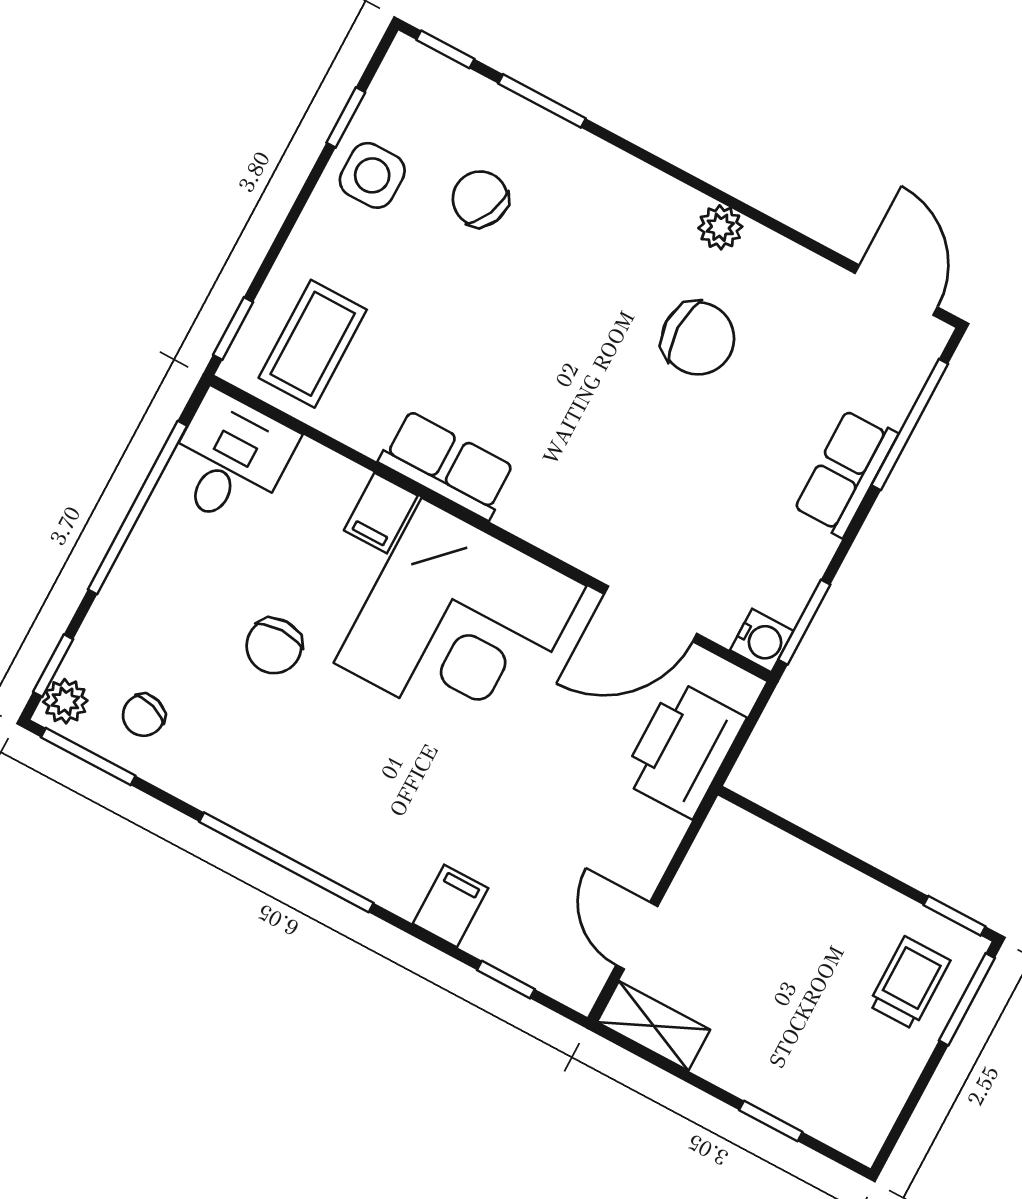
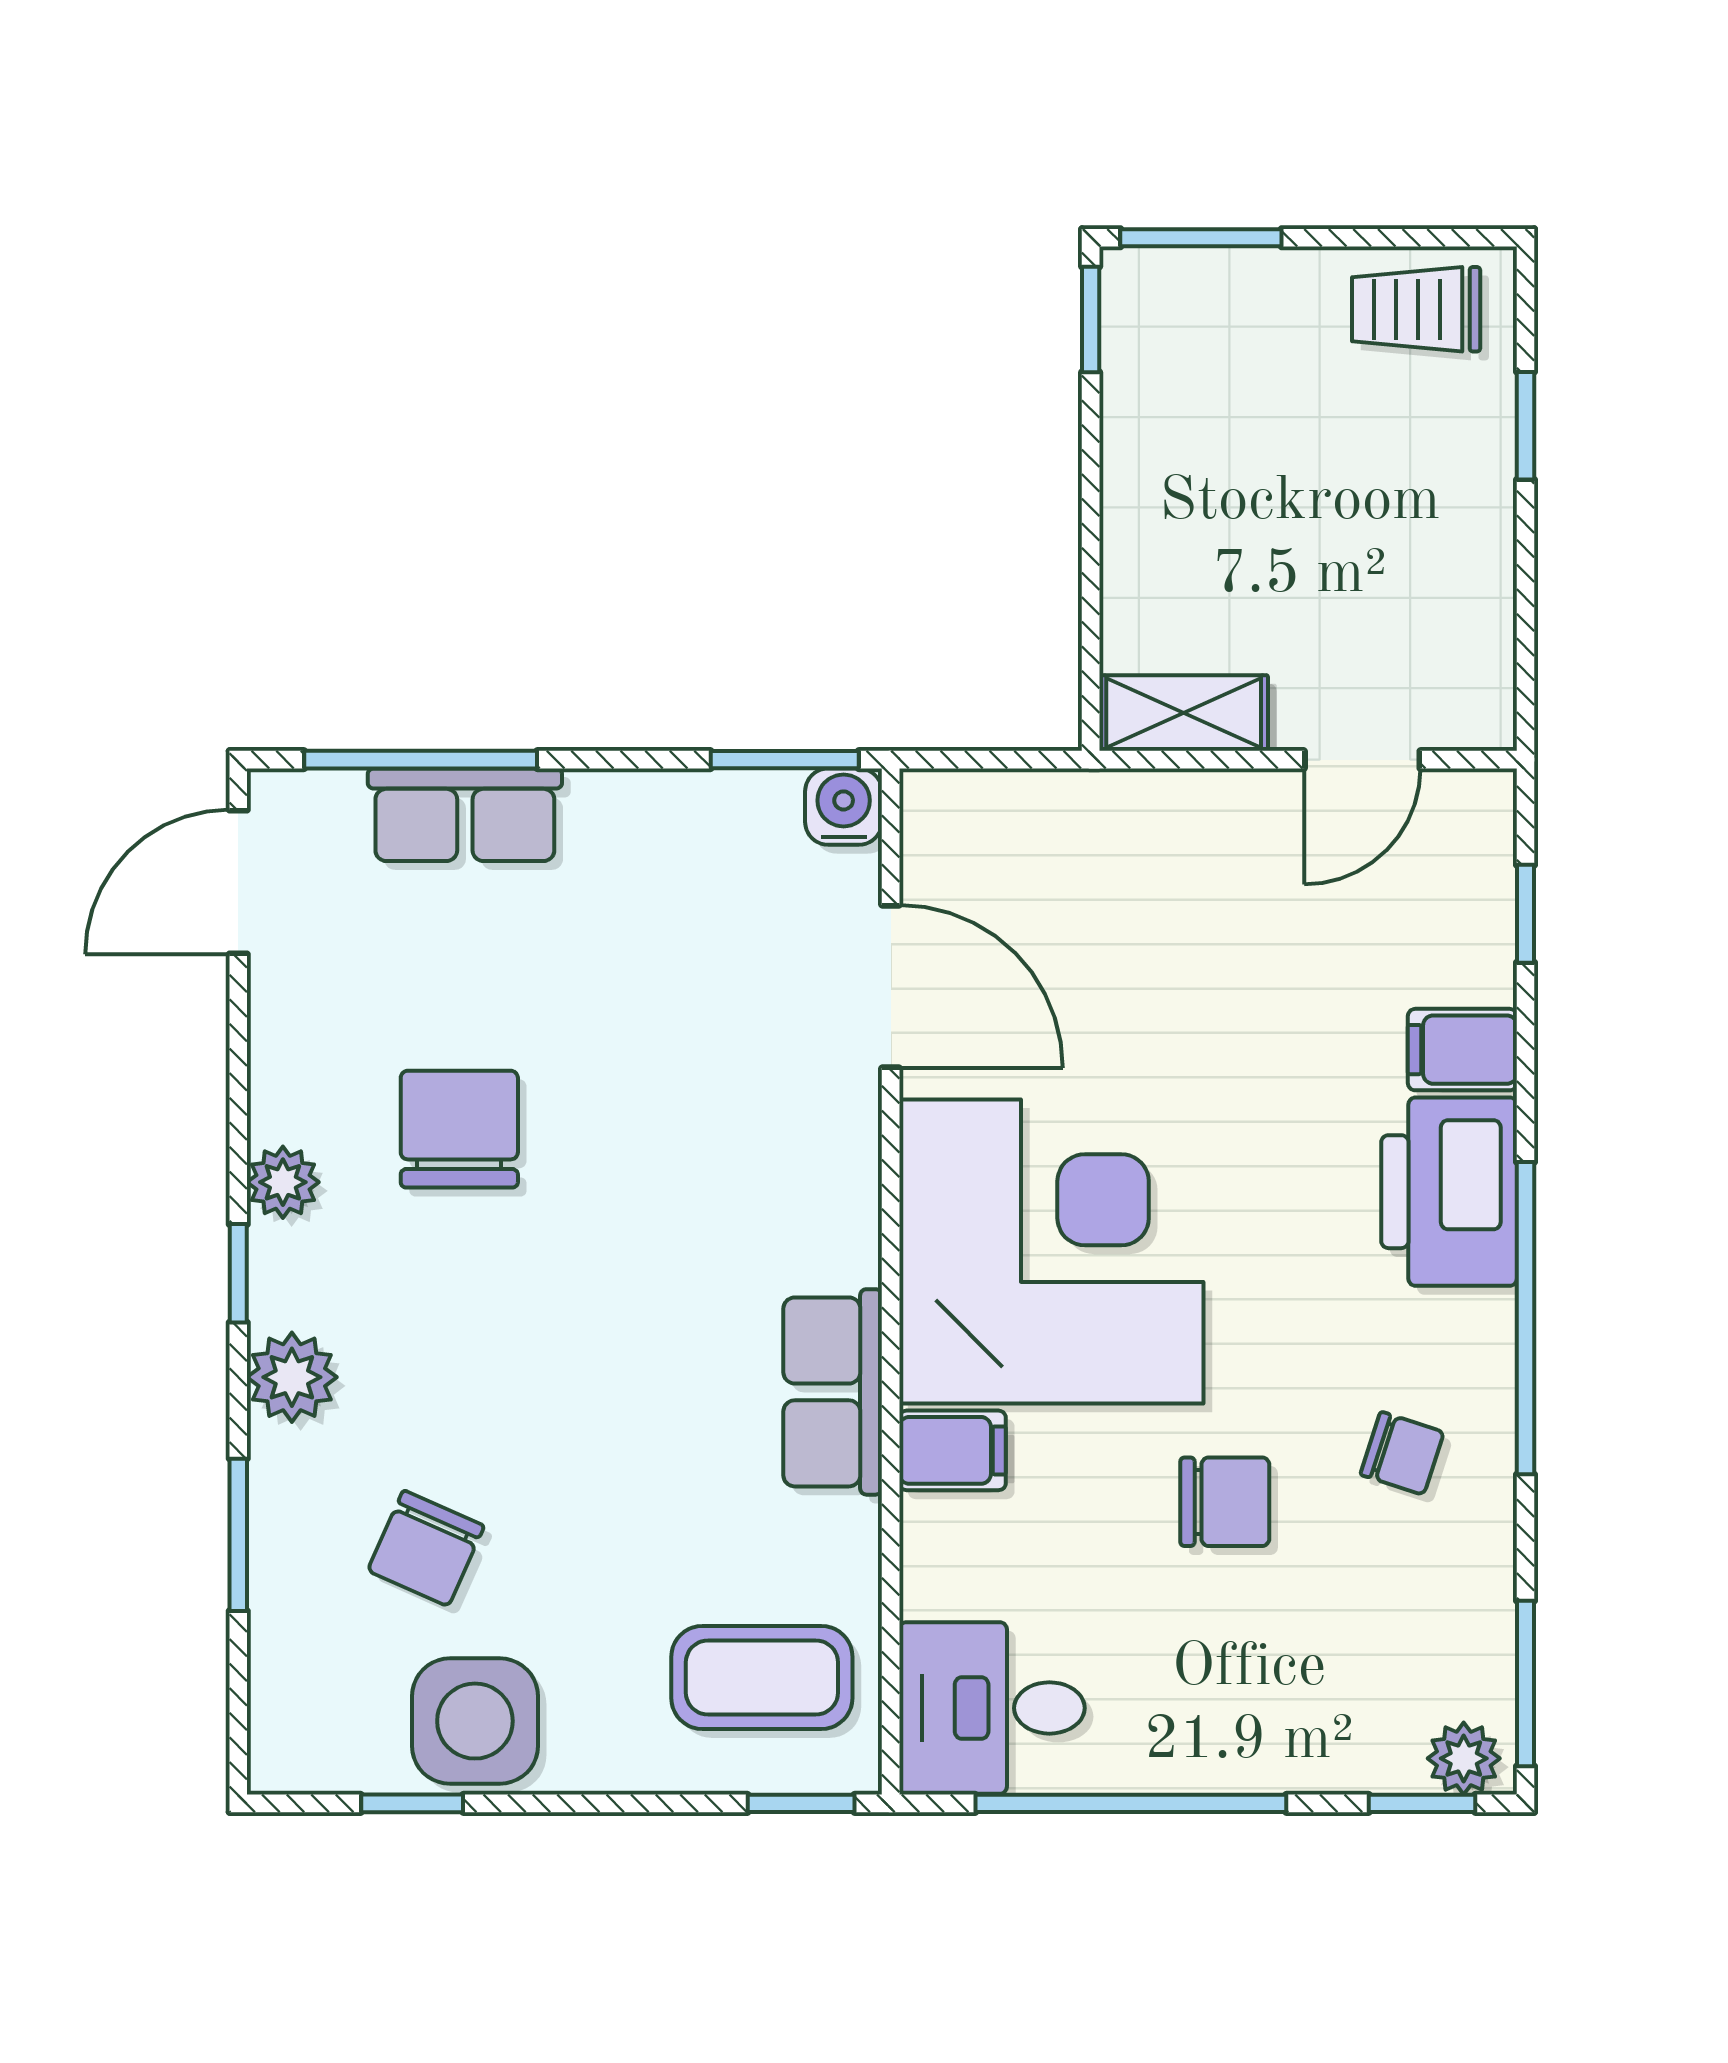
window: (445, 49) -> (238, 1273), moved
side table: (372, 175) -> (475, 1721), width x1.37, depth x1.37
plant: (612, 176) -> (292, 1377), added
row of seats: (846, 473) -> (465, 815), moved
chair: (144, 715) -> (1402, 1453), moved
printer: (683, 749) -> (1449, 1192), moved, turned 90
trolley: (909, 983) -> (1416, 309), moved
shelving: (654, 1026) -> (1184, 713), moved, turned 90

